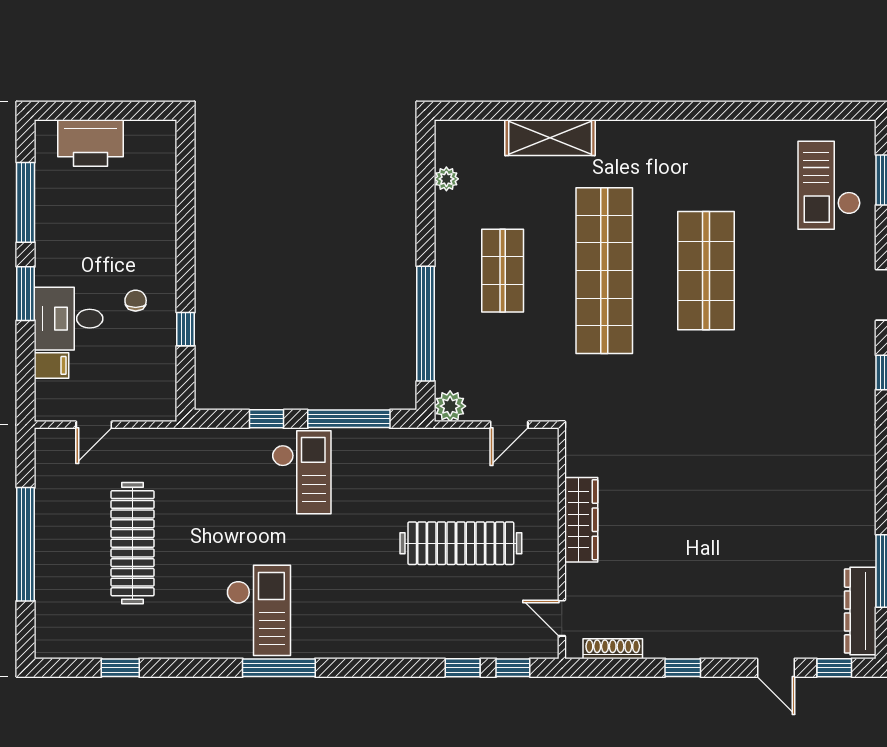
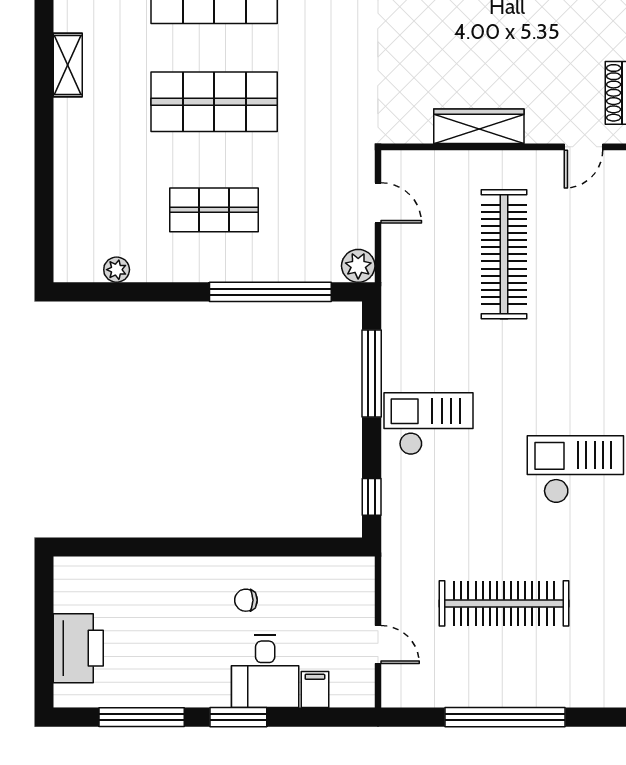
shelving: (550, 138) -> (68, 65), moved, width x0.67, depth x0.75
shop shelf: (604, 271) -> (214, 102), width x0.71
window: (186, 329) -> (276, 547), removed
window: (266, 419) -> (372, 497), moved

